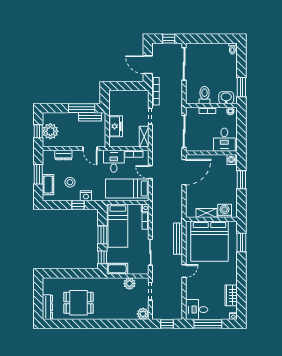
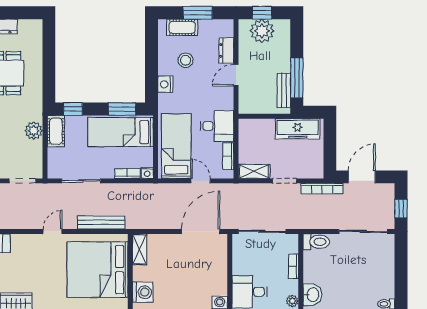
toilet: (205, 95) -> (316, 242), moved
freezer: (116, 126) -> (298, 129), moved, width x1.40
door: (90, 149) -> (236, 75), moved
door: (150, 172) -> (201, 181), hinge flipped
door: (184, 172) -> (201, 231), swing flipped
window: (78, 205) -> (152, 72), removed
shelving: (207, 213) -> (140, 249), moved
window: (102, 235) -> (122, 109), moved
door: (184, 271) -> (53, 231), swing flipped
plant: (130, 284) -> (34, 131), moved

